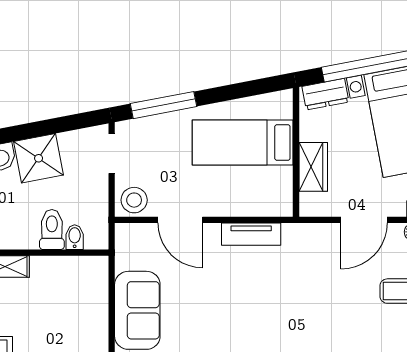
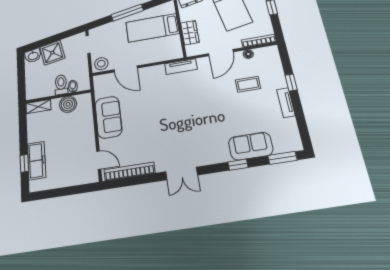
window: (164, 105) -> (127, 13), moved
tv unit: (251, 234) -> (181, 67), moved
boiler: (63, 272) -> (68, 104), added

